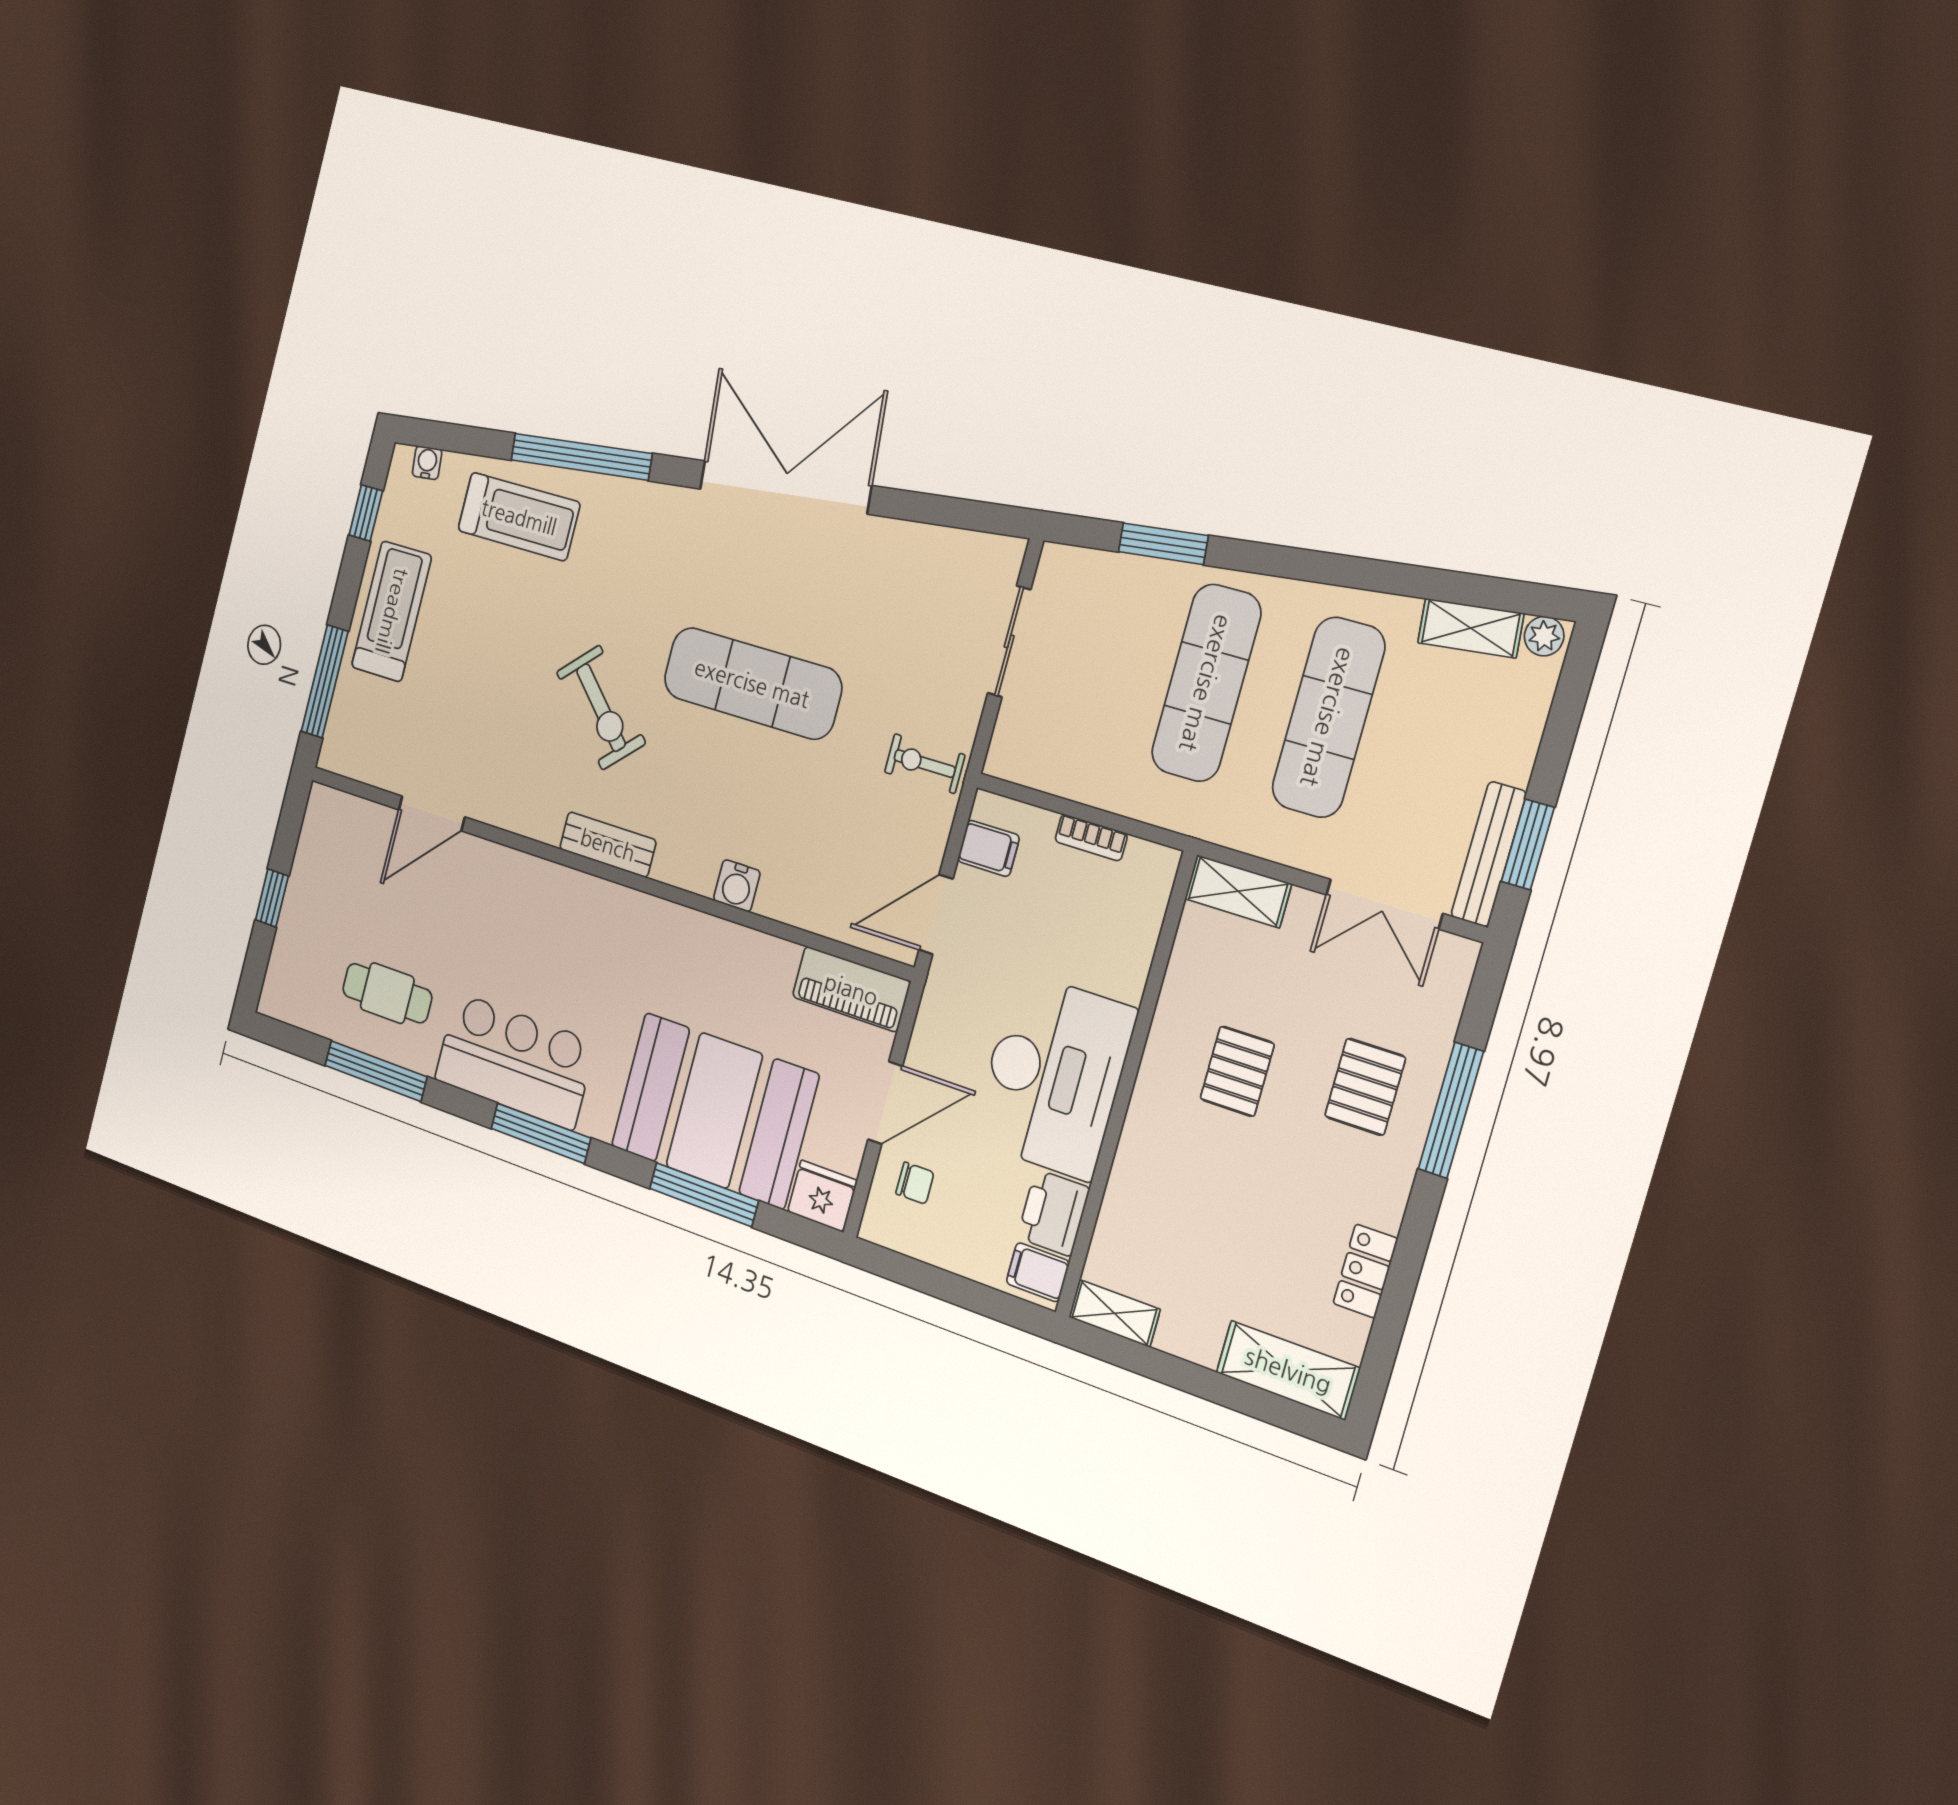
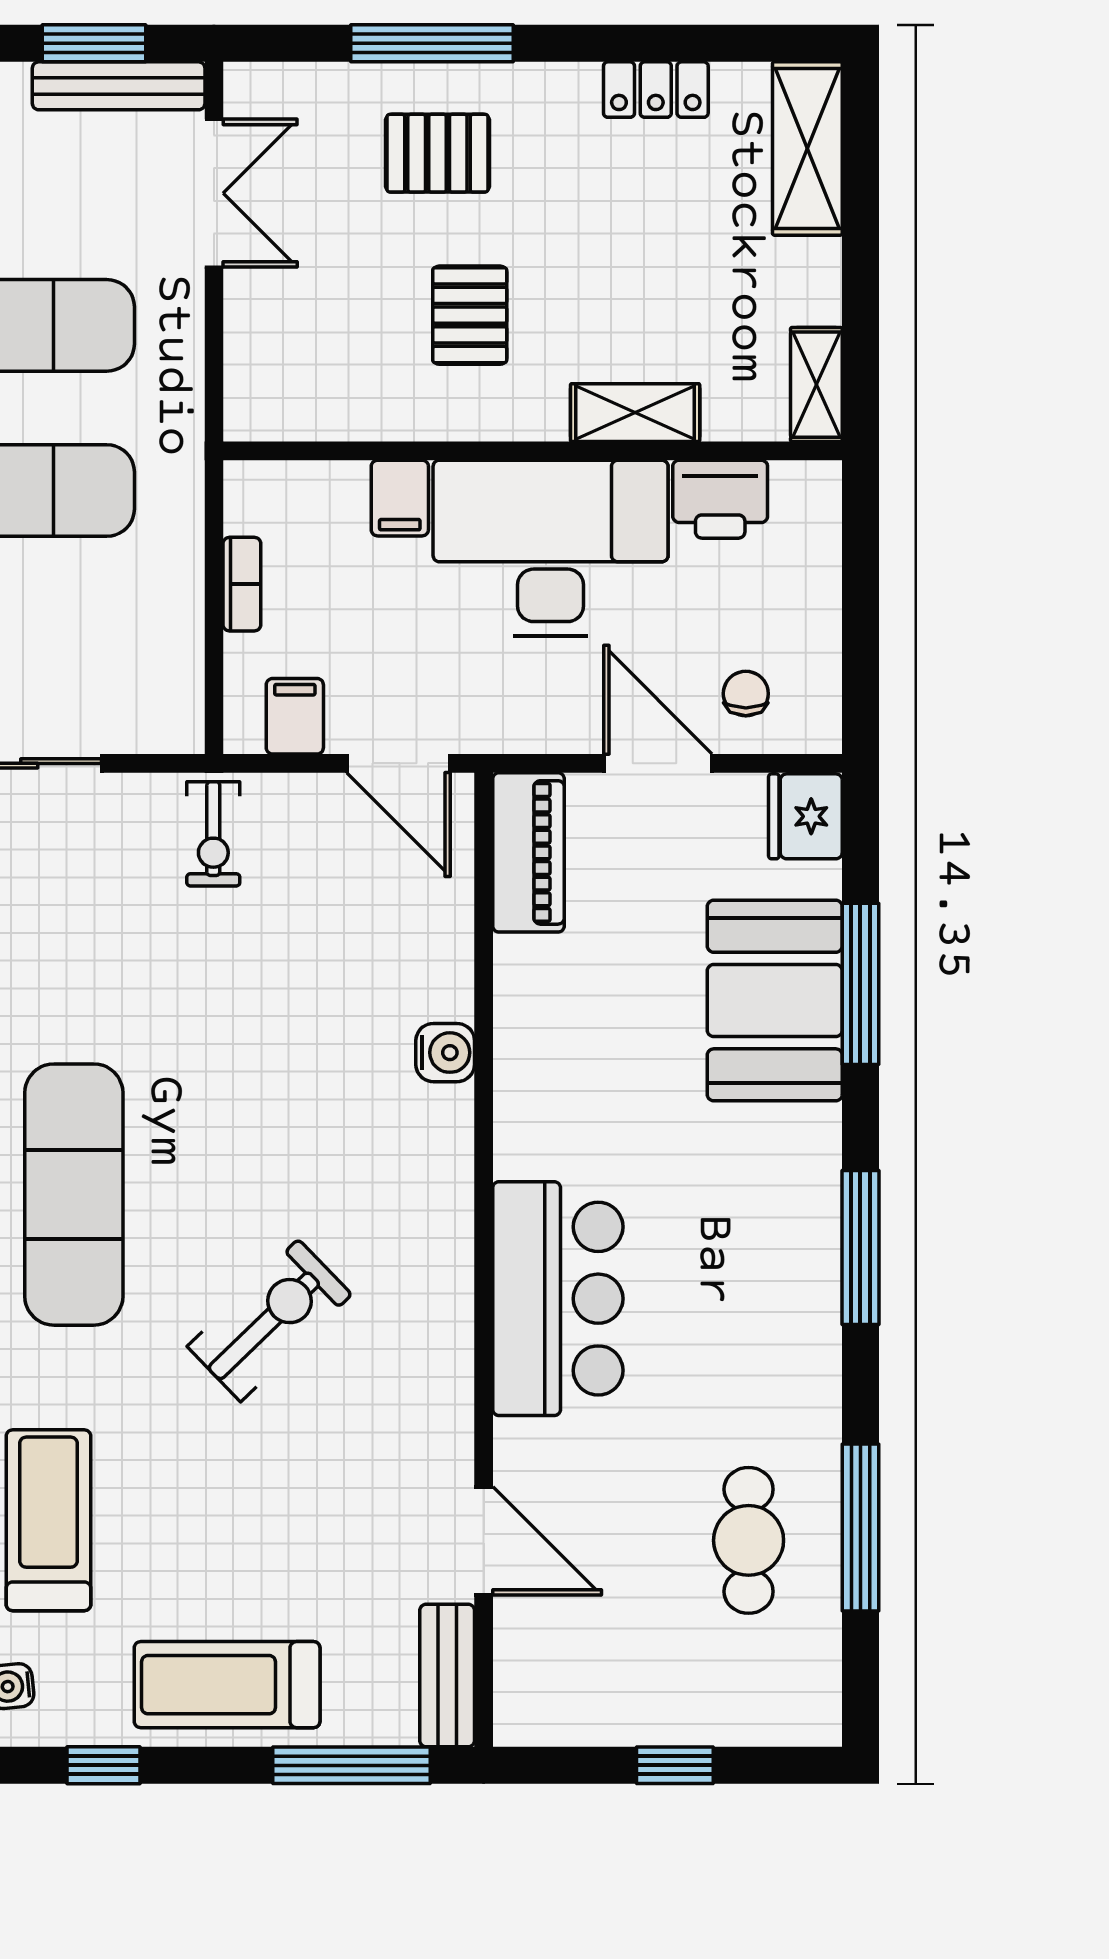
exercise mat: (752, 683) -> (74, 1195), moved
bench: (608, 845) -> (447, 1676), moved
shelving: (1238, 891) -> (635, 413), moved, turned 90
bar counter: (515, 1061) -> (558, 1299), moved, turned 180
pallet: (1237, 1071) -> (470, 315), turned 90
booth: (714, 1110) -> (775, 1001), width x0.73, depth x0.70
filing cabinet: (1038, 1272) -> (400, 498), moved

